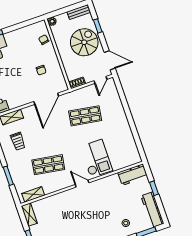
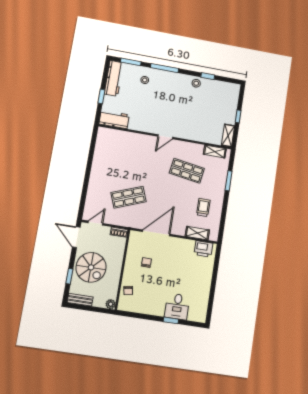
spiral stairs: (84, 42) -> (91, 267), turned -90
shop shelf: (85, 116) -> (128, 197), turned -30
checkout: (96, 159) -> (140, 152), removed
door: (82, 184) -> (165, 137), hinge flipped

